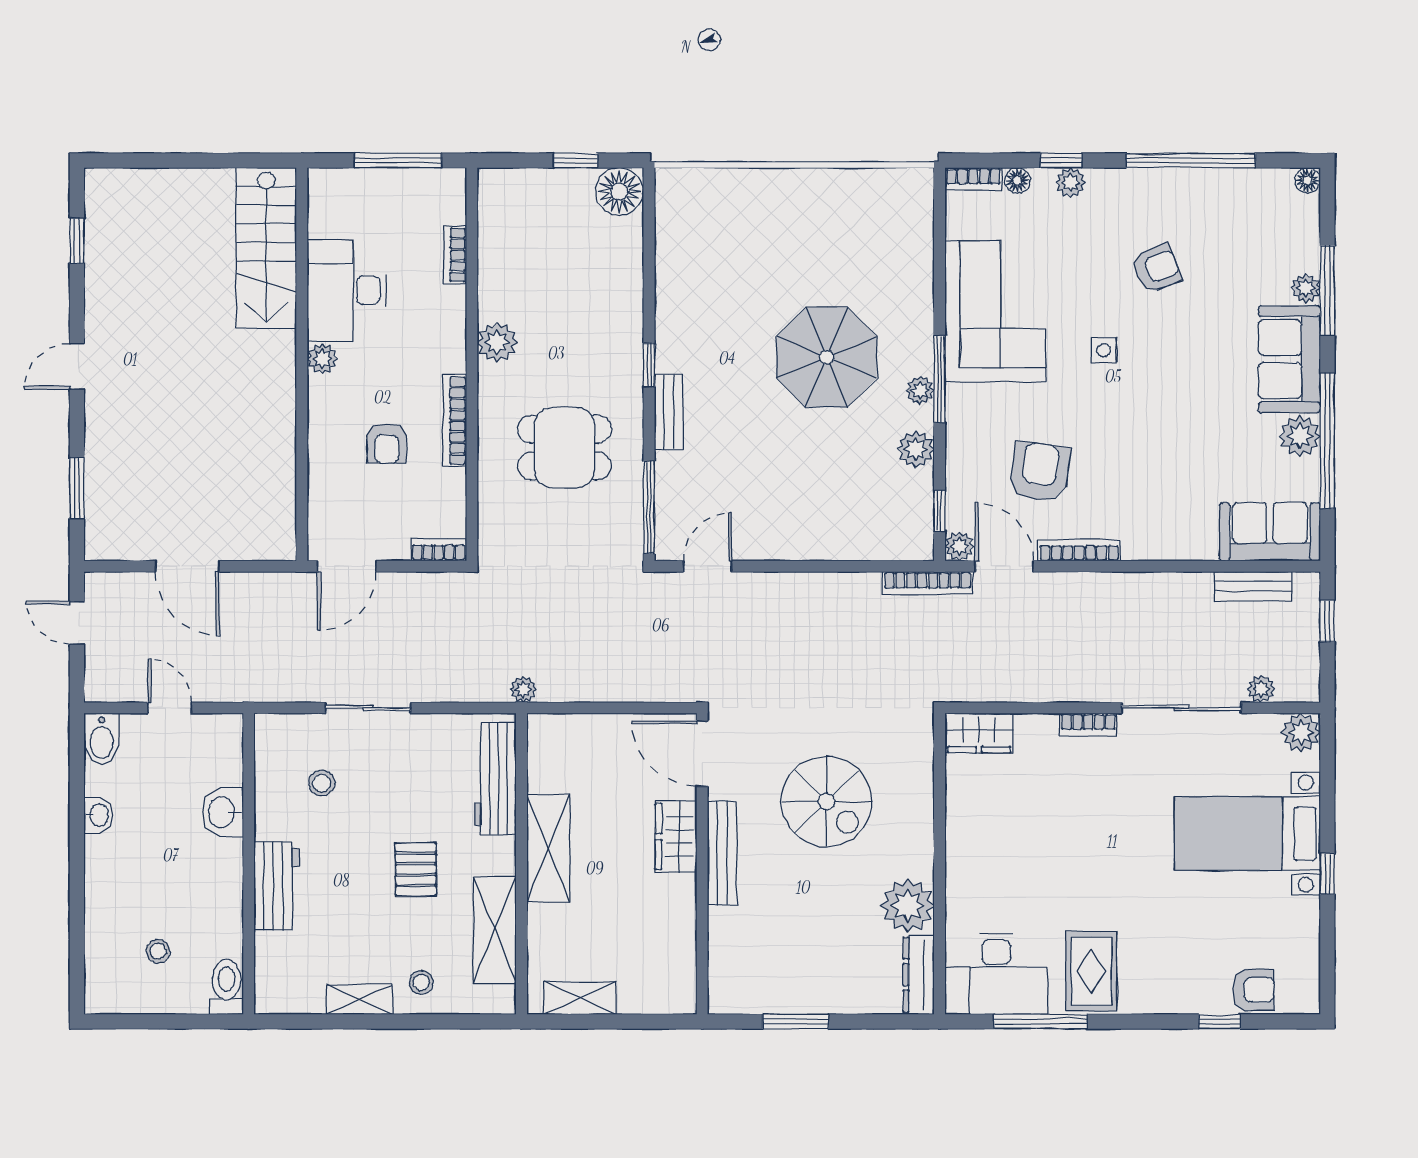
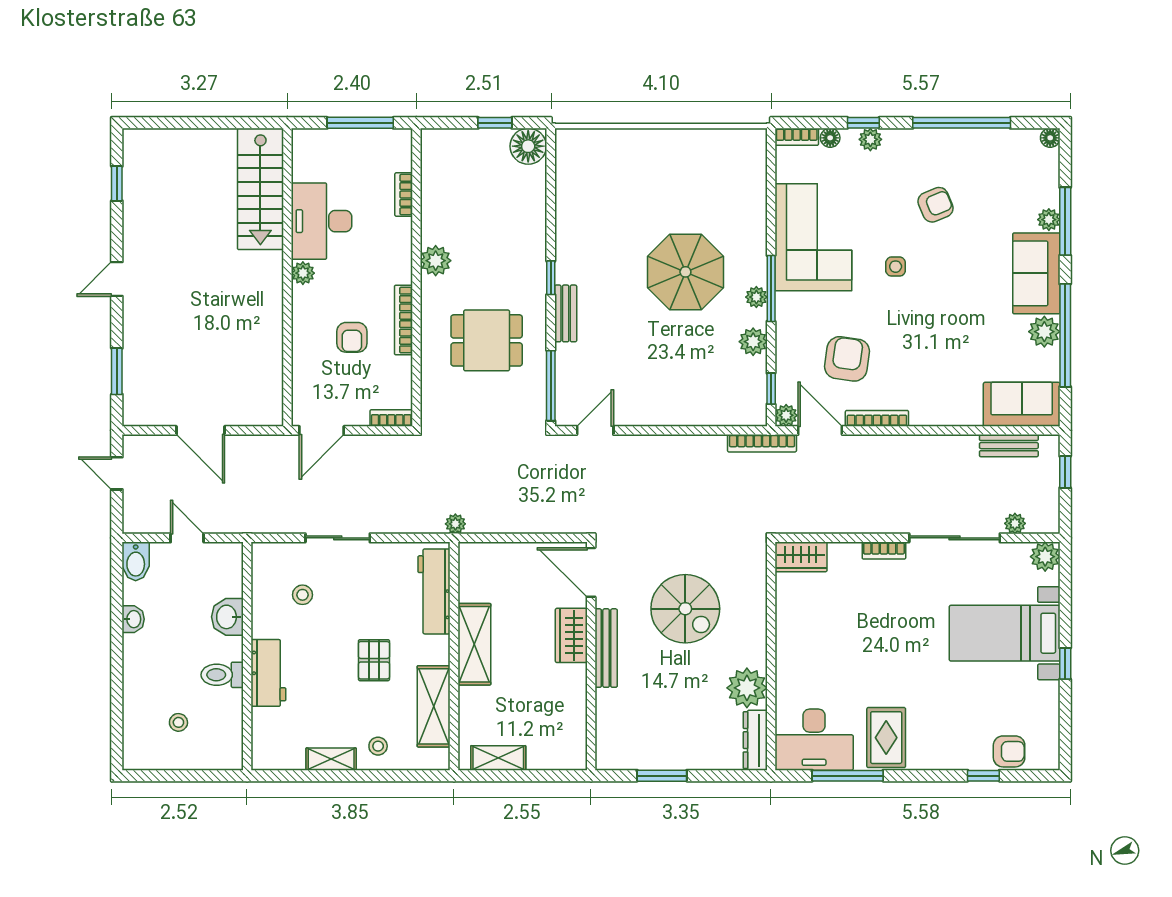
toilet: (227, 987) -> (222, 675), moved, turned -90

